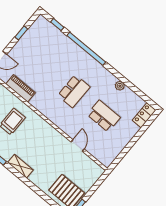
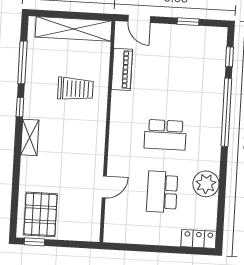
plant: (120, 86) -> (206, 184), width x1.88, depth x1.88
school desk: (104, 116) -> (162, 192), turned 180

